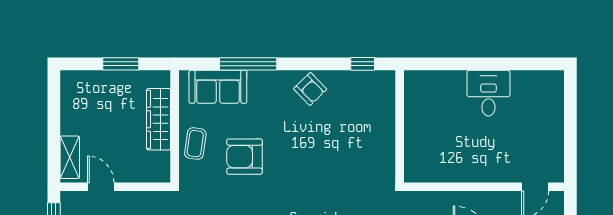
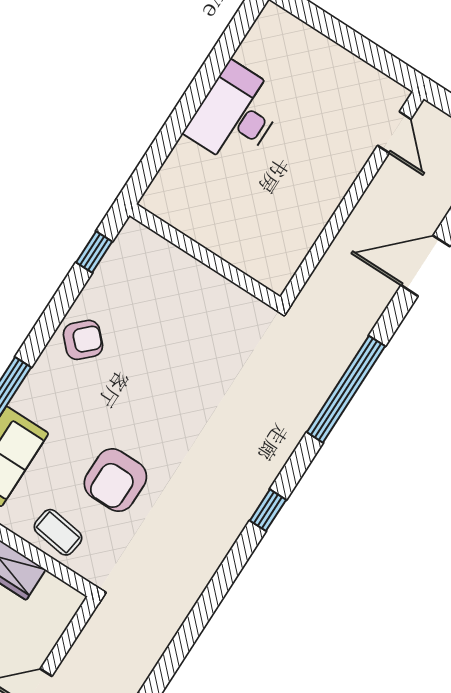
desk: (488, 93) -> (236, 115), width x1.37

